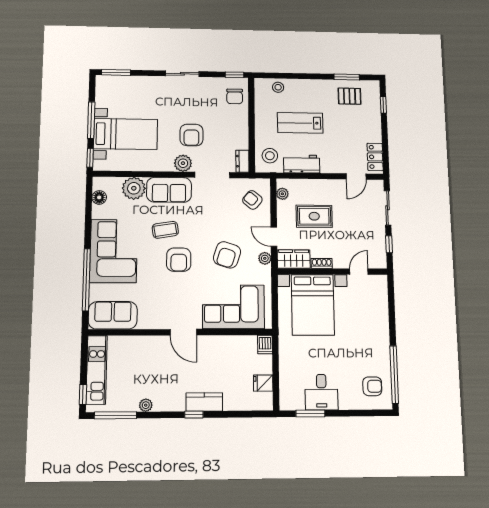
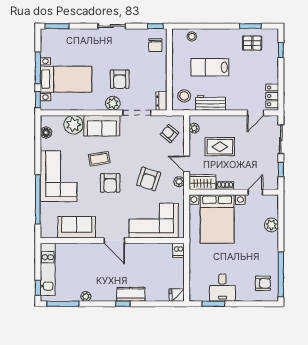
plant: (380, 312) -> (271, 225), added
sofa: (113, 315) -> (77, 227), moved
fridge: (263, 383) -> (177, 295), moved

